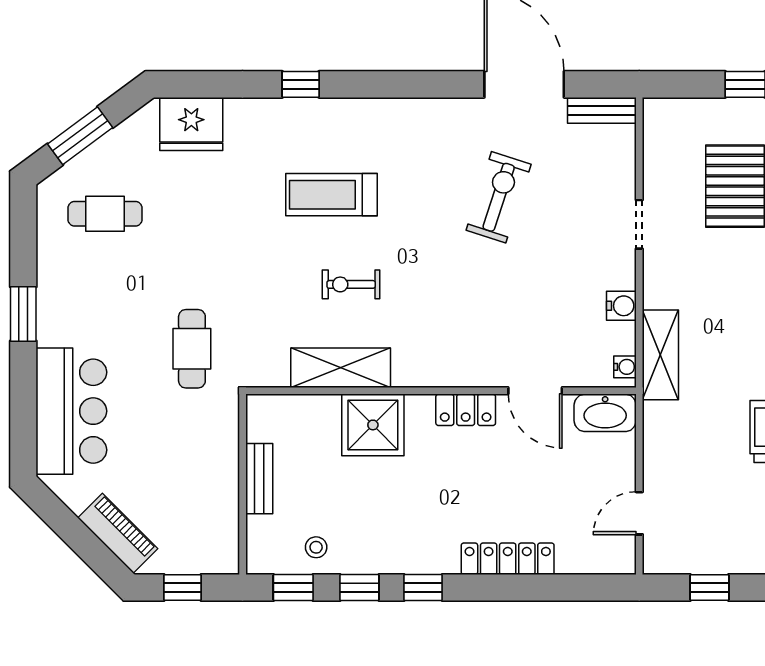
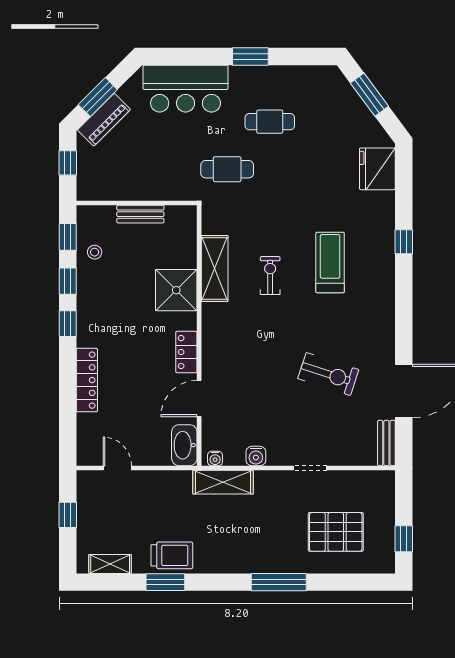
cafe table: (105, 214) -> (270, 122), moved, turned 90
window: (84, 542) -> (98, 97), added

